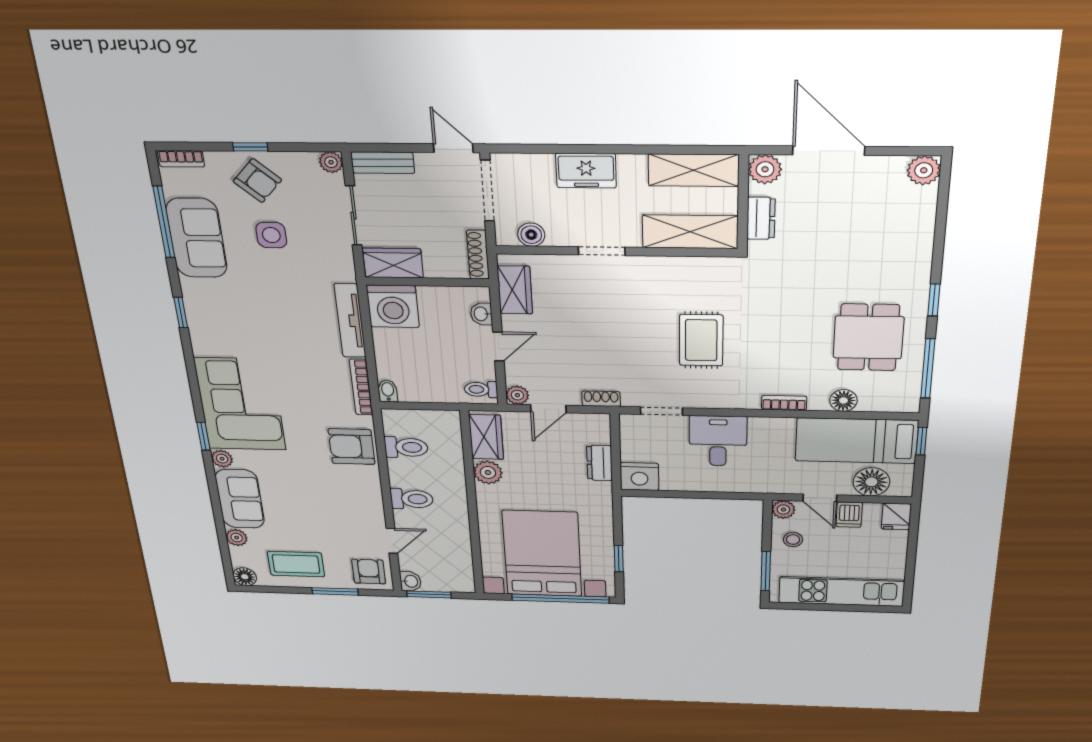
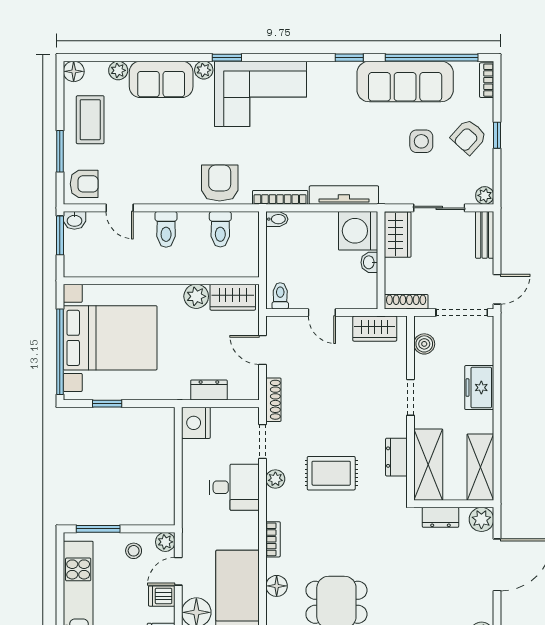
window: (164, 222) -> (432, 58), width x1.46
sofa: (197, 238) -> (405, 81), width x1.36
dresser: (680, 268) -> (396, 457), added
washbasin: (481, 314) -> (369, 262), moved, turned -90
plant: (517, 395) -> (275, 479), moved
shoe rack: (601, 399) -> (273, 400), width x1.43

